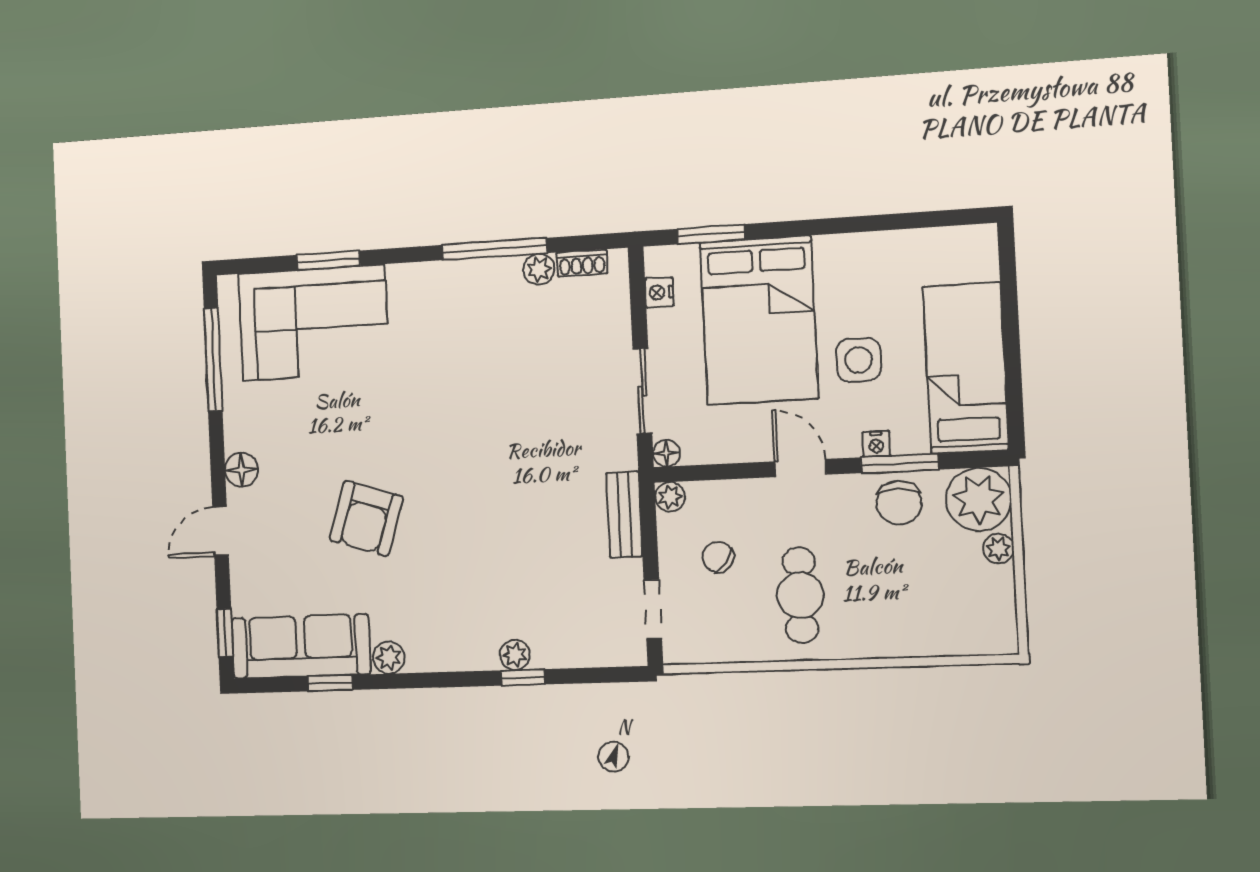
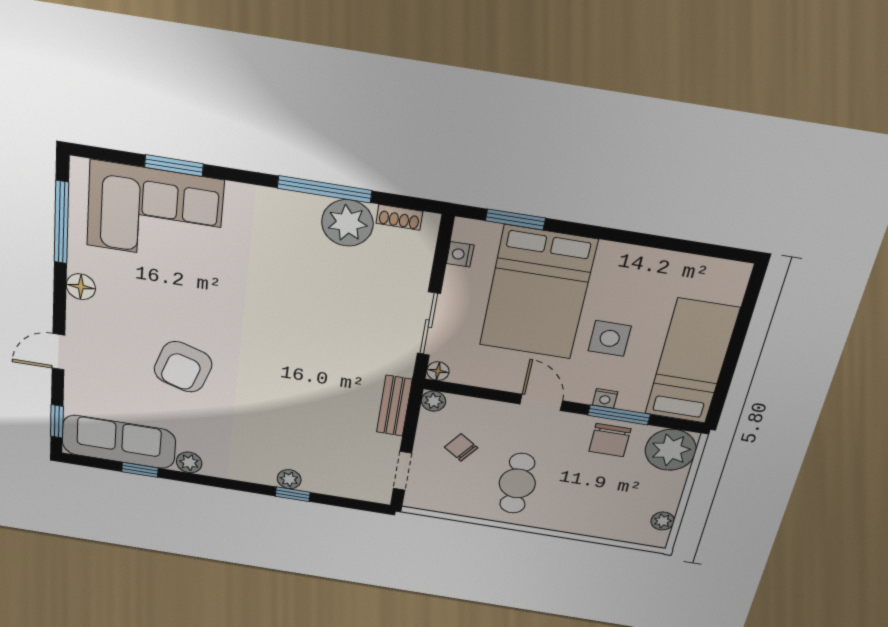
plant: (539, 269) -> (347, 223), width x1.88, depth x1.88
floor lamp: (241, 470) -> (81, 287), moved
plant: (999, 549) -> (663, 521), moved

